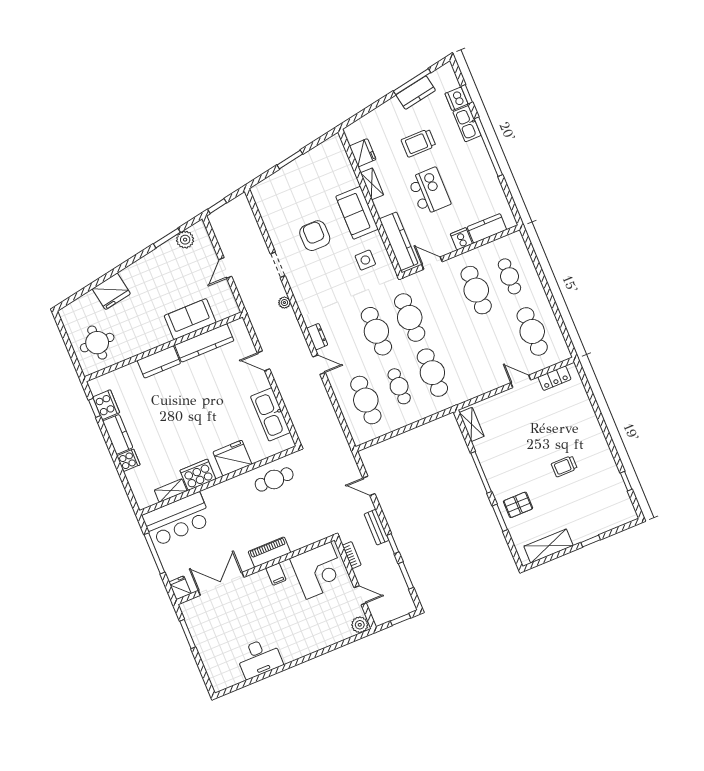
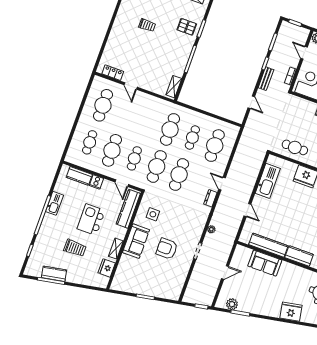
dishwasher: (457, 99) -> (37, 253), removed
kitchen sink: (467, 124) -> (54, 203), moved
armchair: (315, 236) -> (167, 249), turned 90
cafe table: (443, 304) -> (134, 158), added

